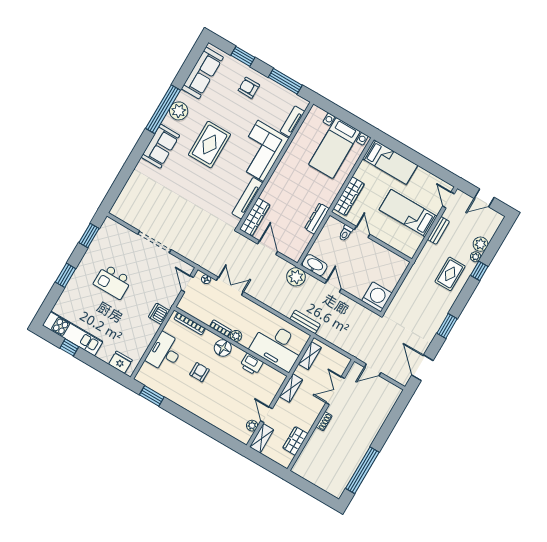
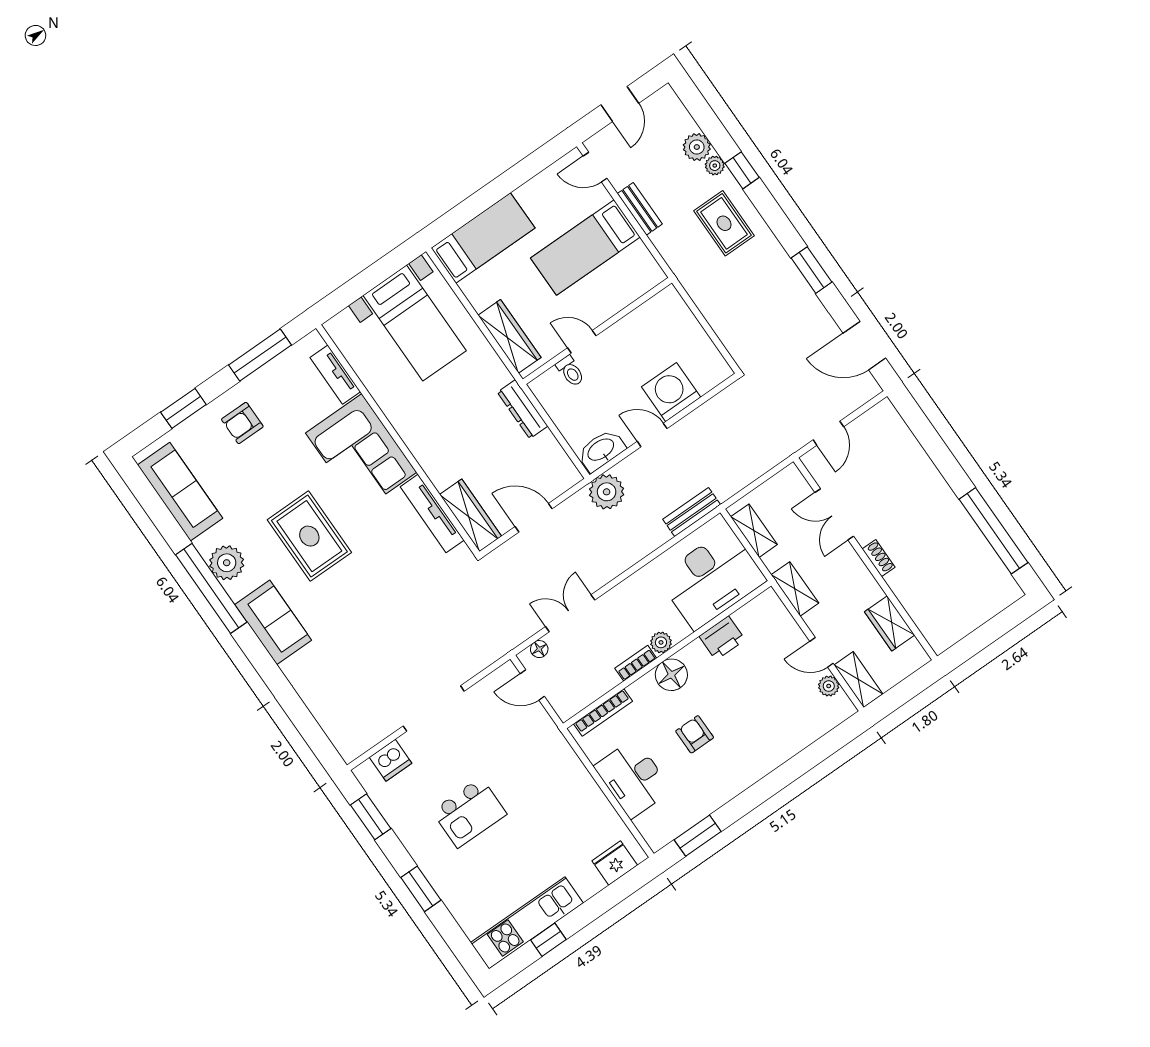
washing machine: (377, 297) -> (671, 392), moved
dishwasher: (159, 314) -> (391, 760), moved, turned -90

